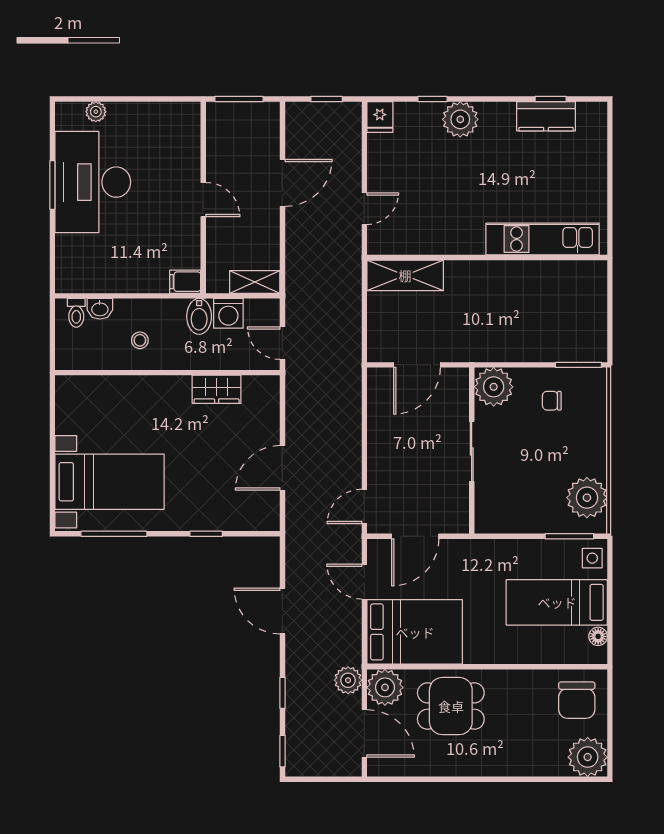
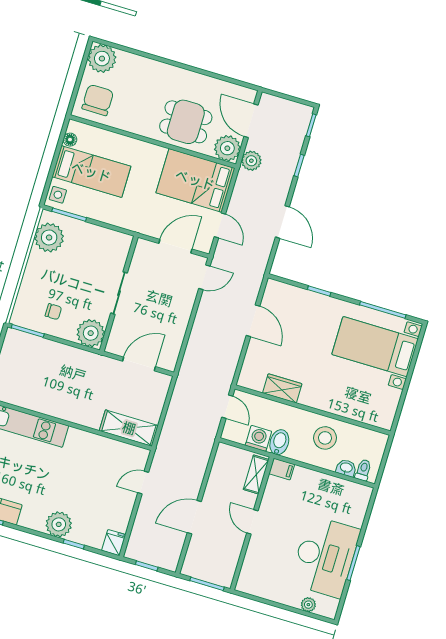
shelving: (255, 282) -> (256, 475), moved, turned 90
stool: (140, 340) -> (325, 438), width x1.89, depth x1.89
door: (282, 468) -> (253, 321), hinge flipped

